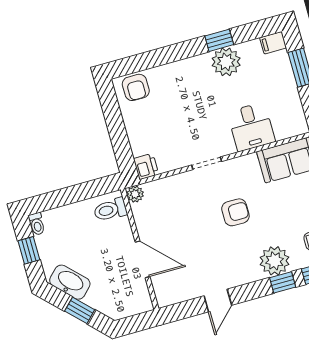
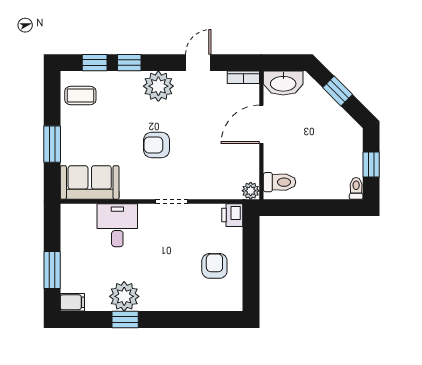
armchair: (136, 87) -> (214, 266), moved
door: (142, 259) -> (261, 124), hinge flipped
plant: (275, 261) -> (158, 86), moved
washbasin: (70, 282) -> (283, 83), moved, turned -45
bookcase: (172, 299) -> (243, 77), added

